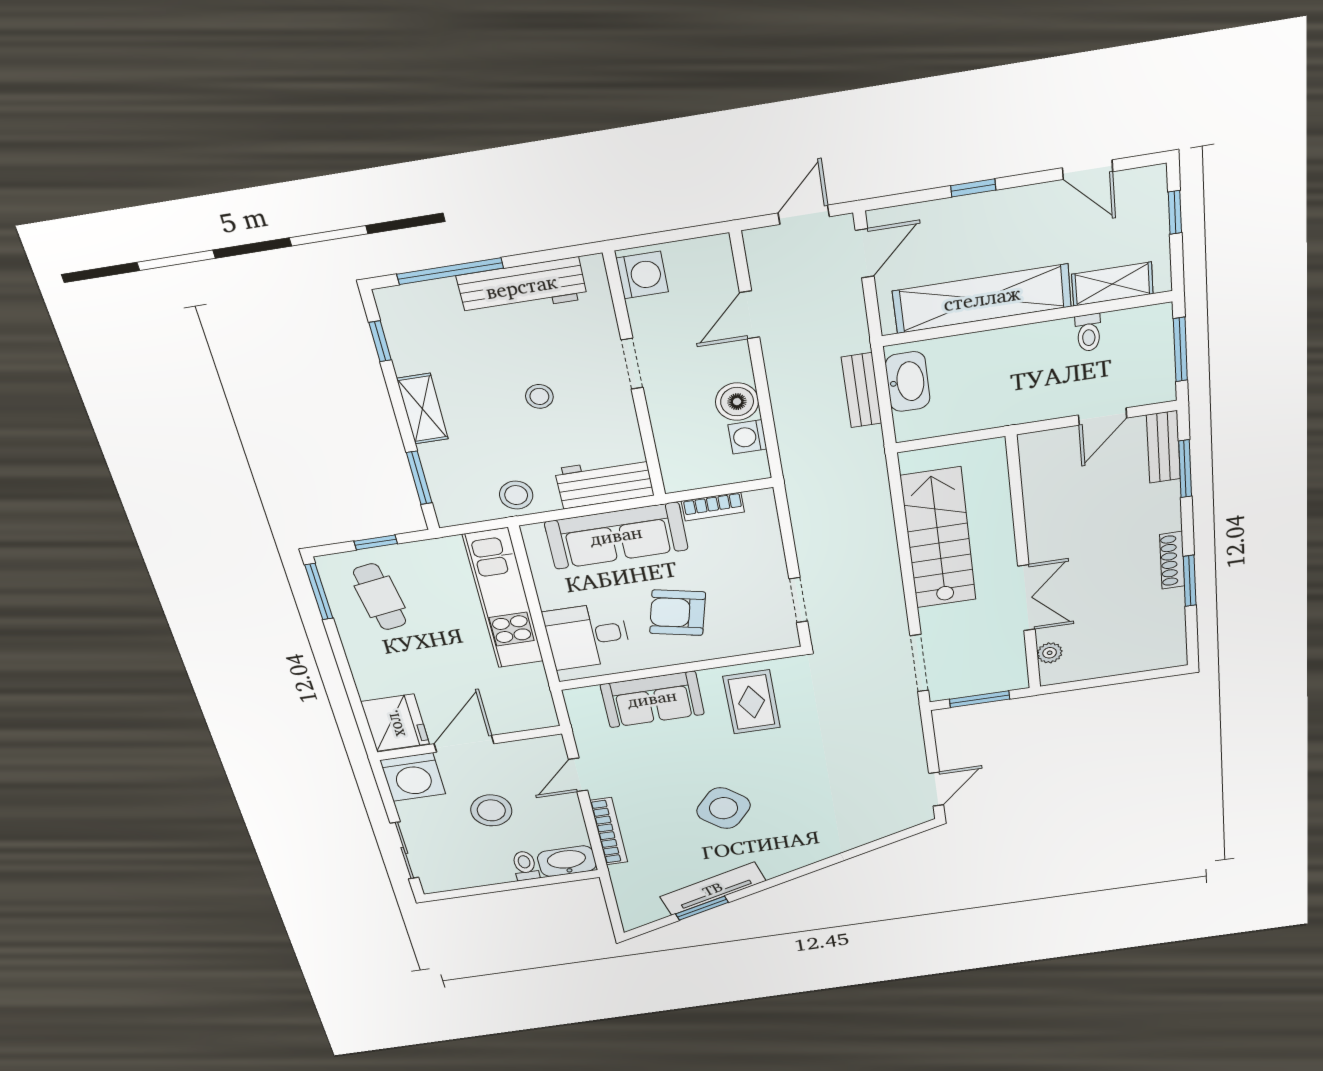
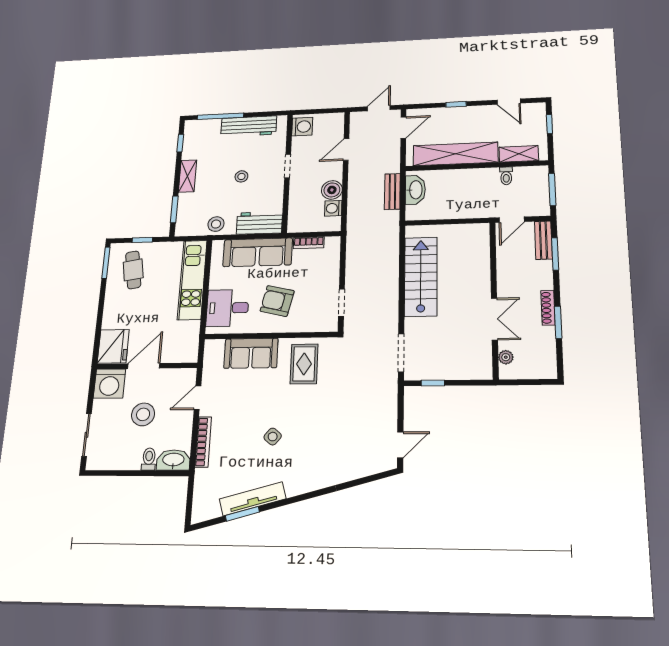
wall: (1023, 566) -> (494, 299), moved
double door: (1026, 598) -> (494, 319), moved
plant: (1050, 653) -> (506, 357), moved
window: (980, 699) -> (433, 383), width x0.67
side table: (724, 808) -> (273, 437), width x0.54, depth x0.54

